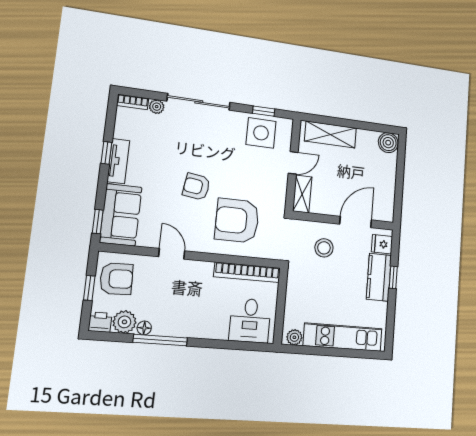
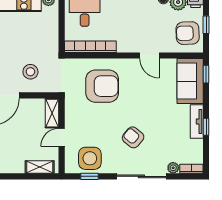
shelving: (330, 135) -> (40, 167), width x0.67, depth x0.75
armchair: (196, 187) -> (133, 137), moved, turned -148

